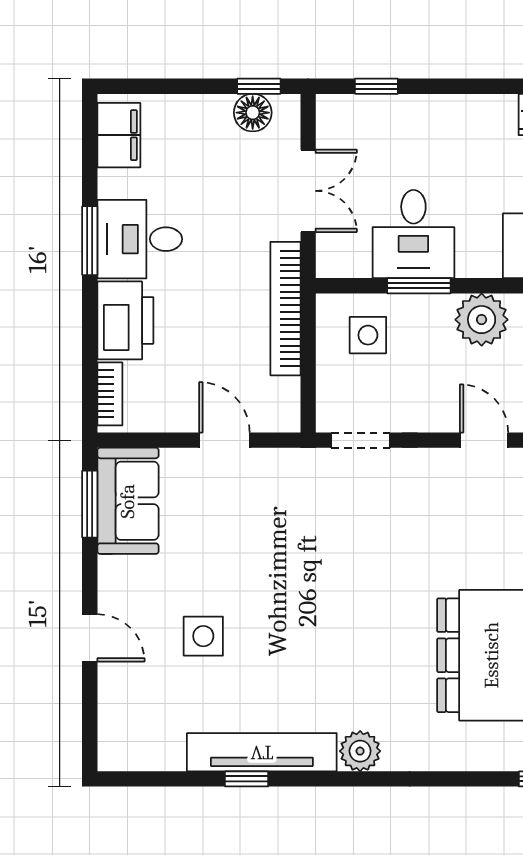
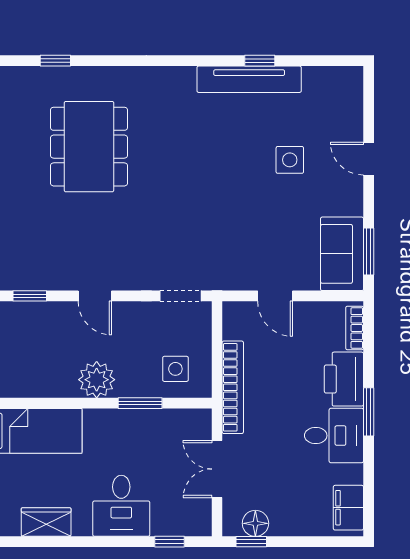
desk: (413, 234) -> (121, 506), moved, turned 180
window: (90, 241) -> (369, 412), moved
plant: (360, 751) -> (181, 80), removed

